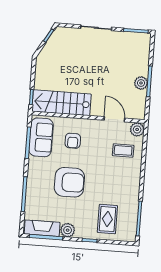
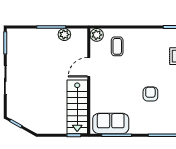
plant: (141, 83) -> (64, 35), moved
door: (114, 119) -> (89, 67), moved
armchair: (73, 141) -> (112, 94), removed
armchair: (69, 182) -> (150, 94), width x0.53, depth x0.53

